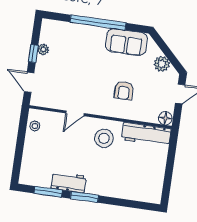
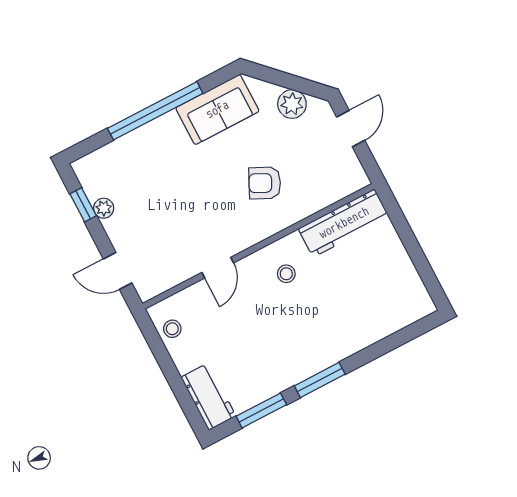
window: (33, 54) -> (83, 205), moved
armchair: (124, 91) -> (265, 183), turned 116
floor lamp: (165, 118) -> (355, 179), removed
stool: (104, 138) -> (286, 274), width x0.53, depth x0.53
workbench: (69, 182) -> (208, 397), moved, turned 90

